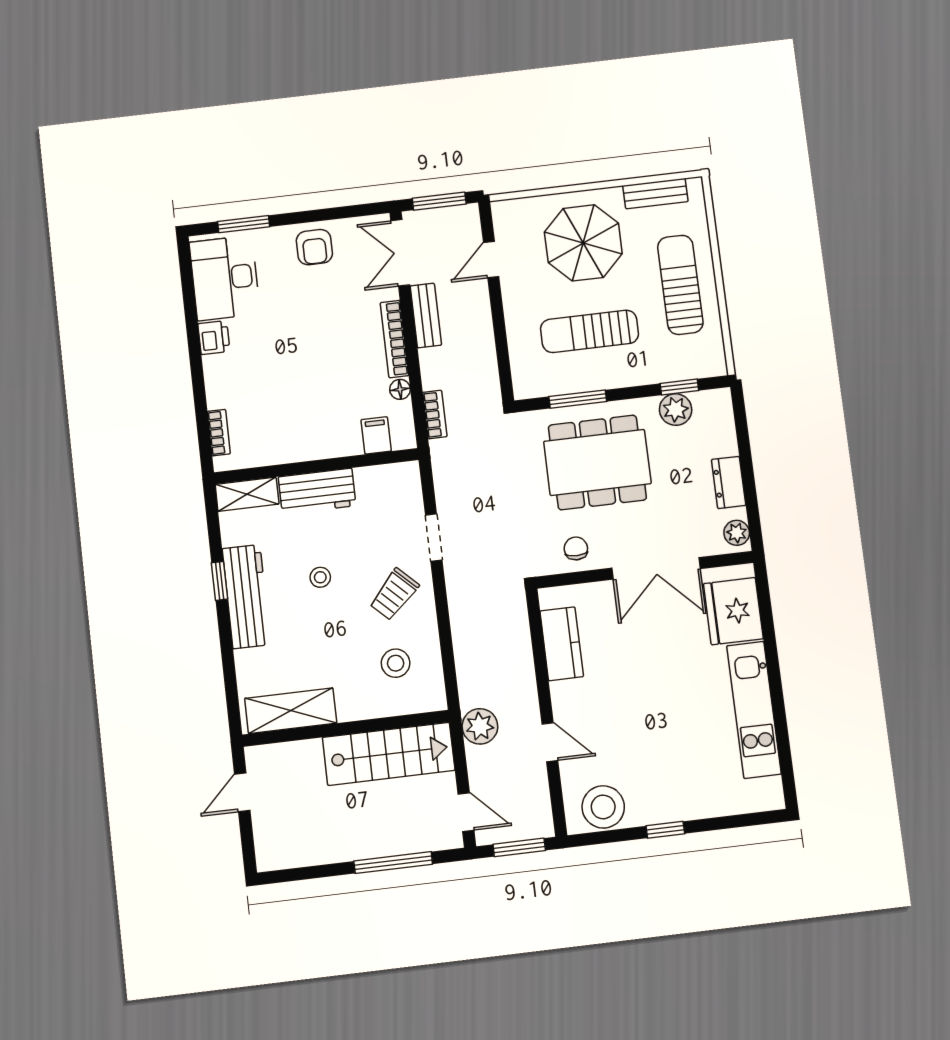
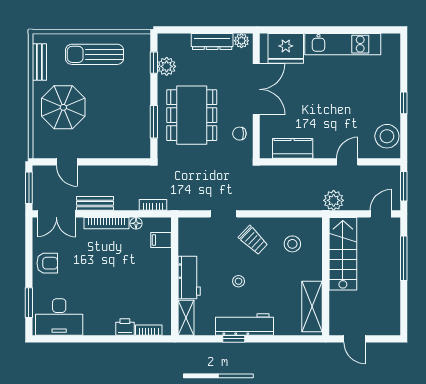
sun lounger: (590, 331) -> (115, 110), removed
printer: (214, 338) -> (125, 327), moved
dresser: (729, 482) -> (212, 41), width x1.44

